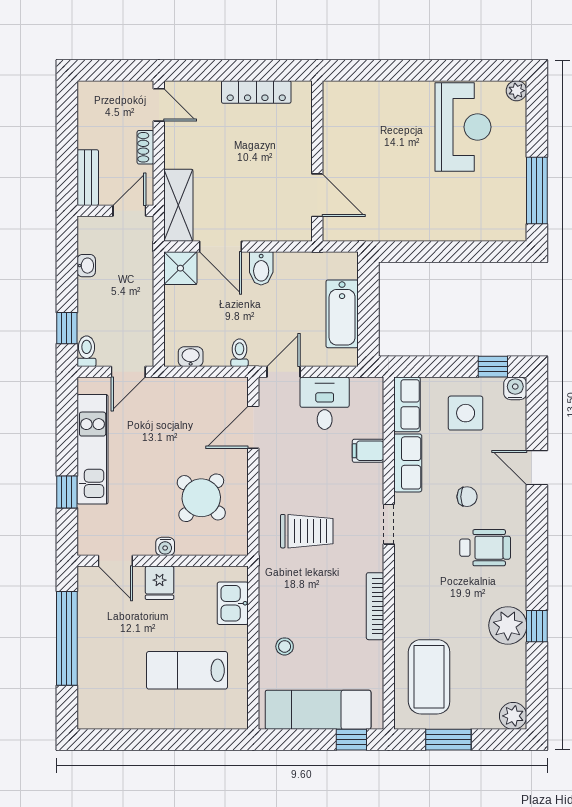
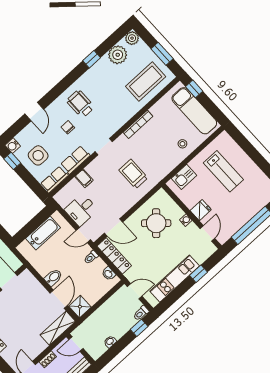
locker: (210, 390) -> (114, 256), added
plant: (508, 625) -> (118, 55), moved

